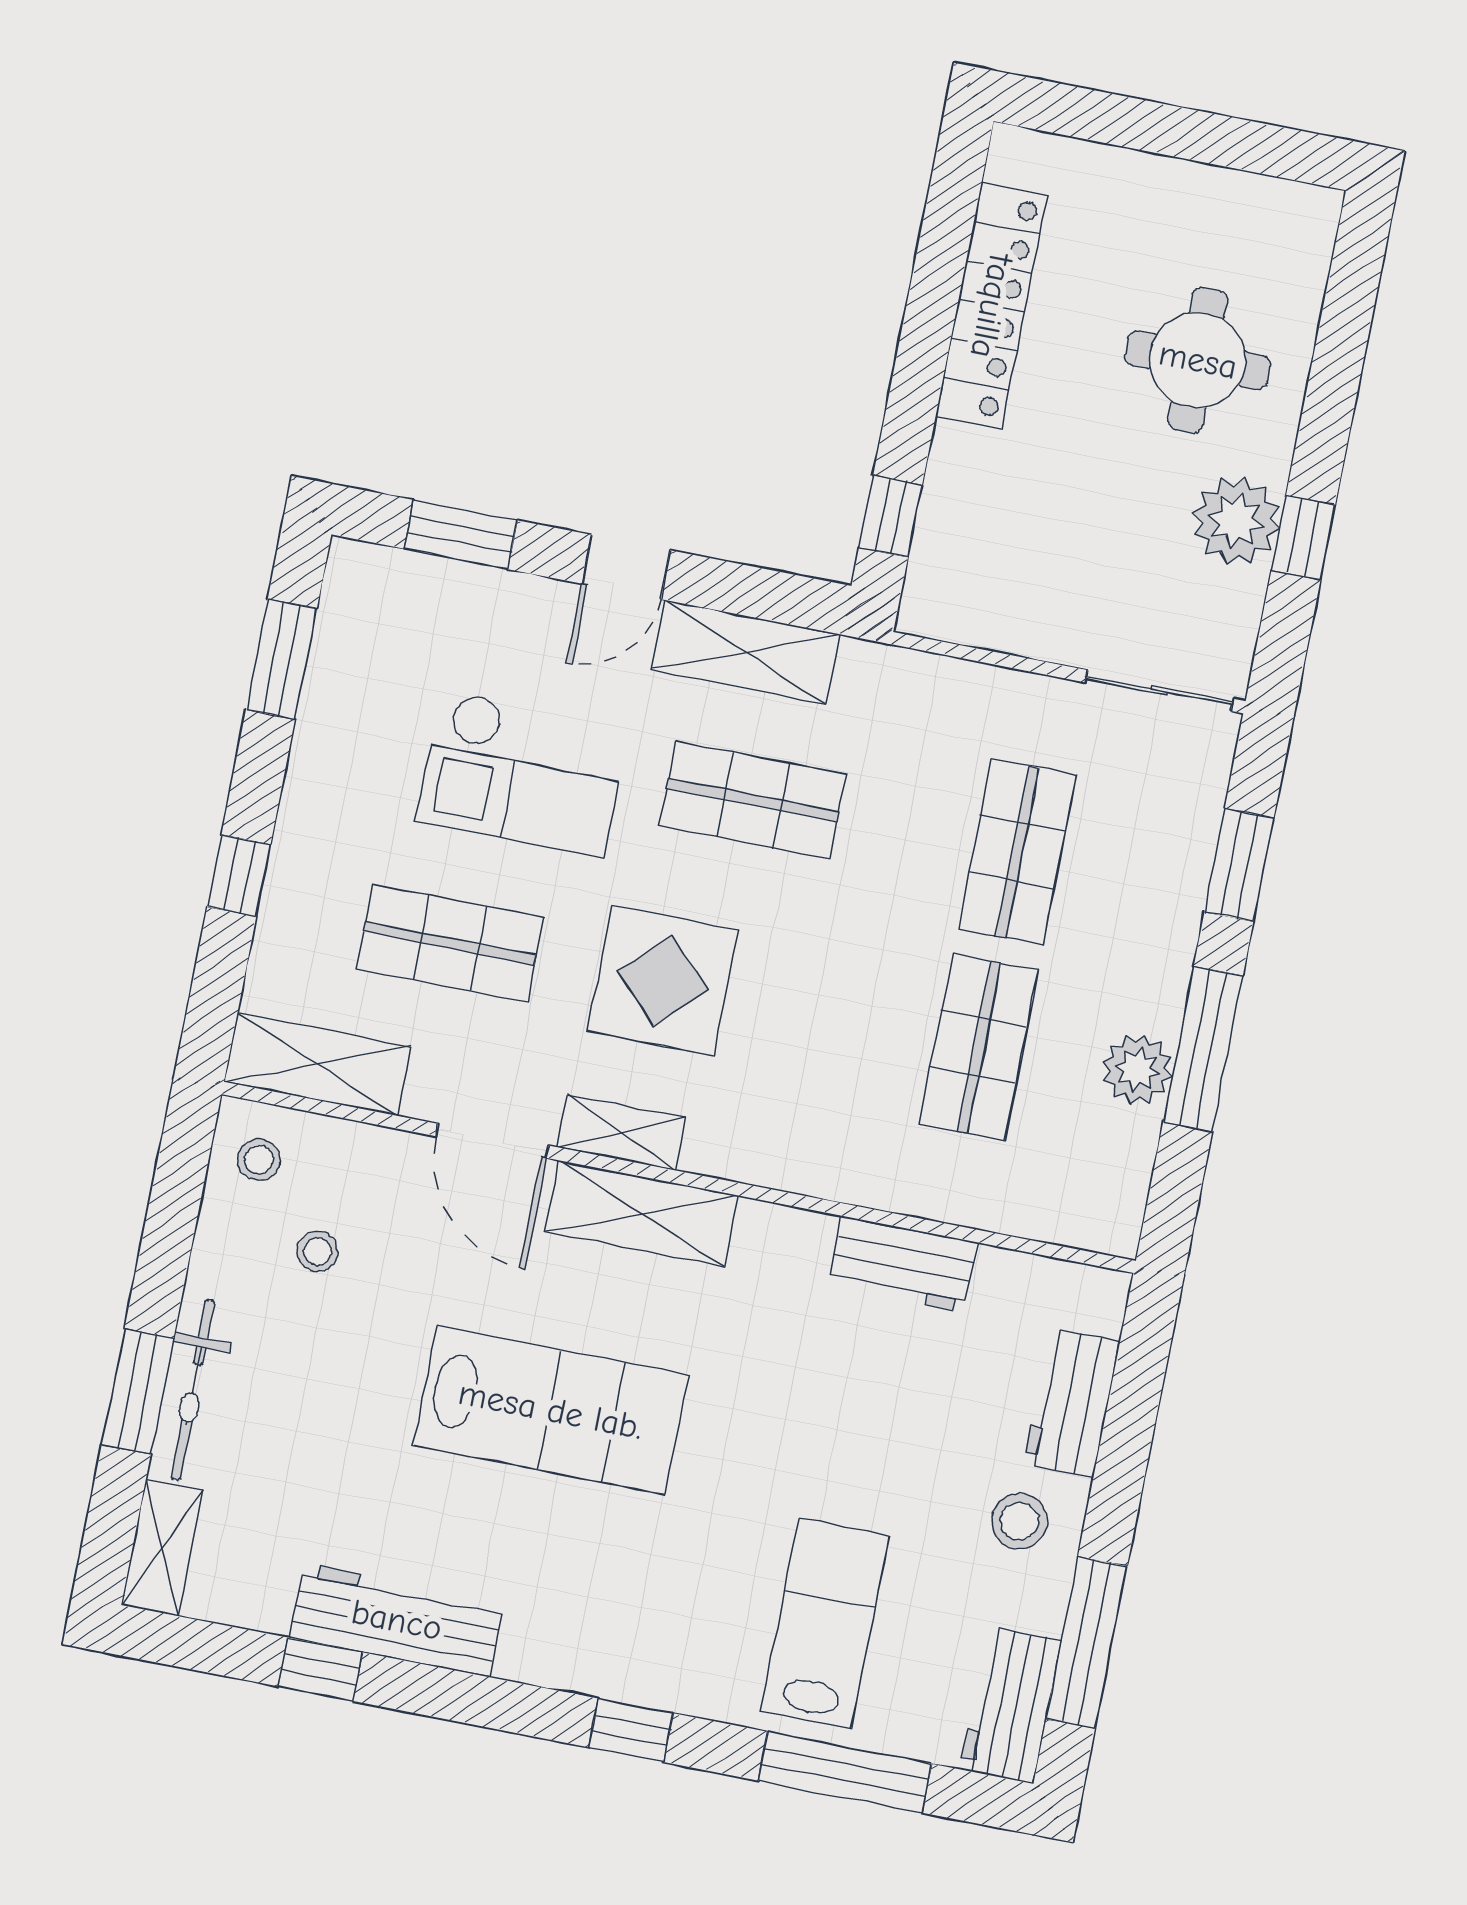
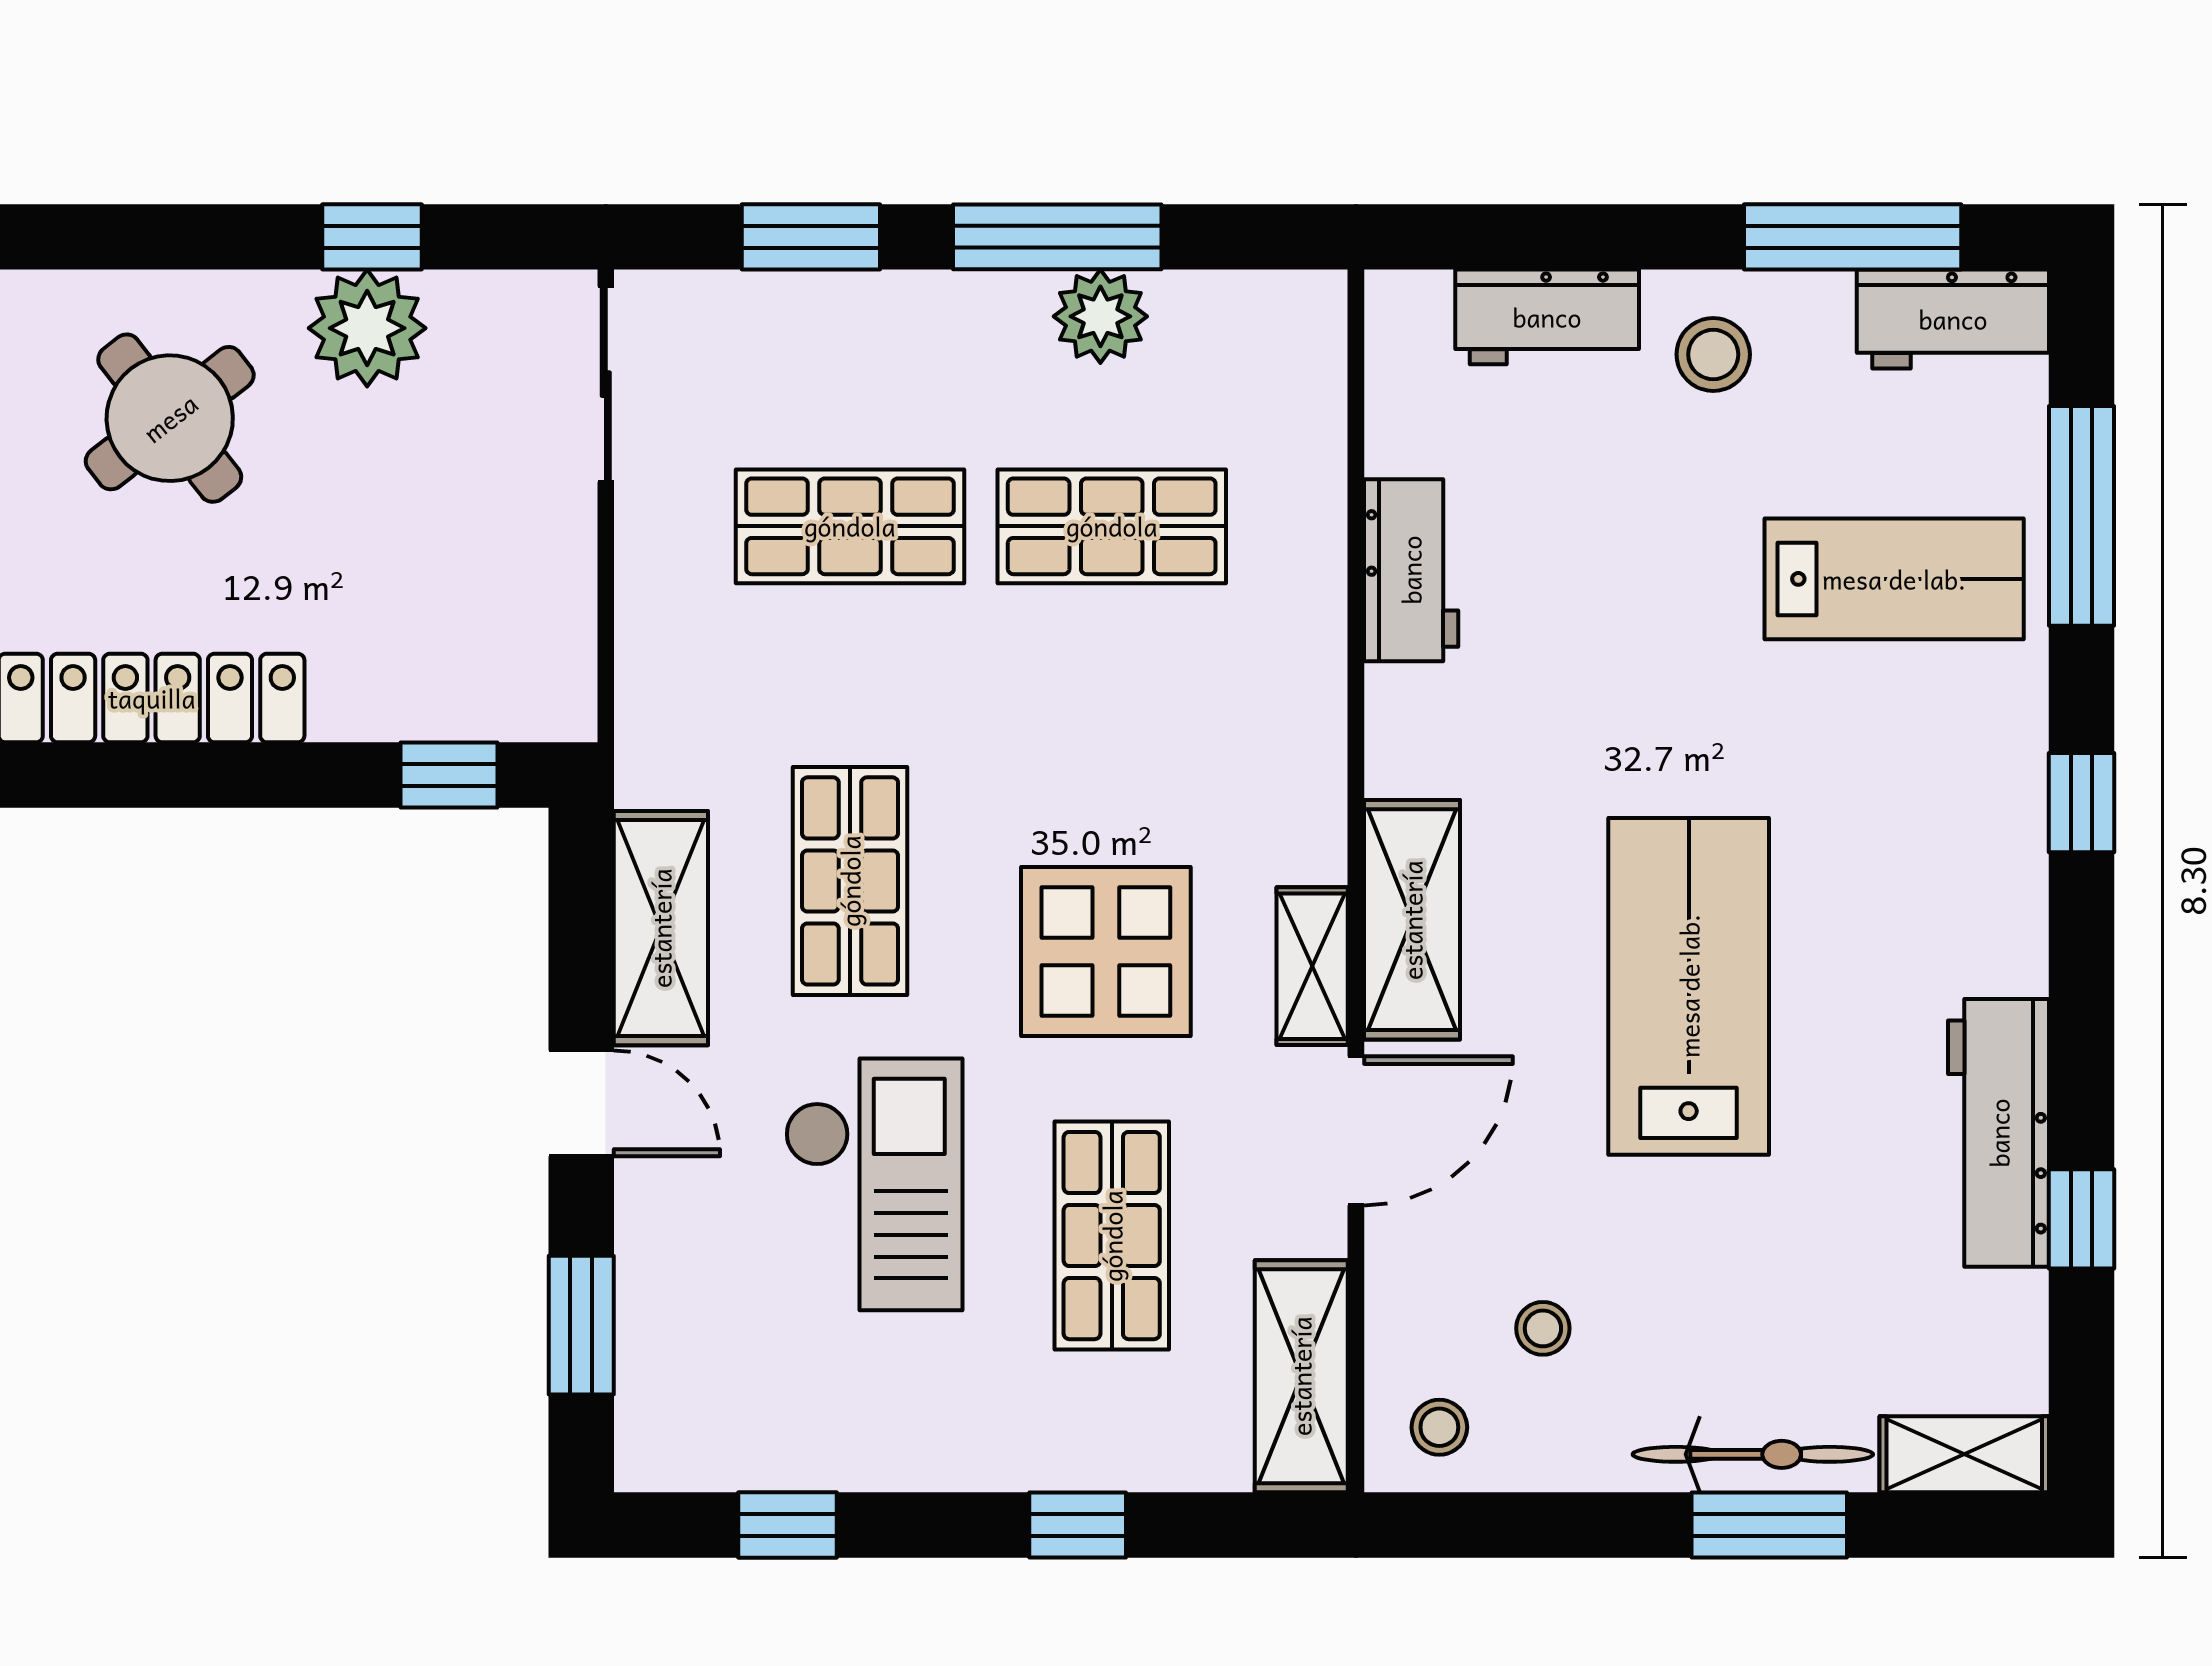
round table: (1198, 360) -> (170, 418), turned -38
window: (281, 659) -> (788, 1525), width x0.67
lab bench: (825, 1623) -> (1894, 579), turned 180

